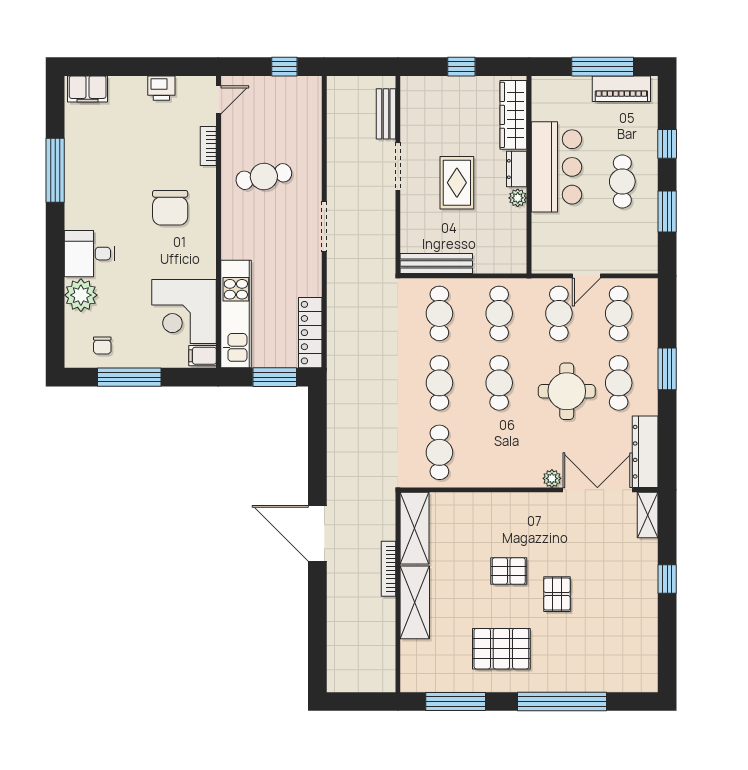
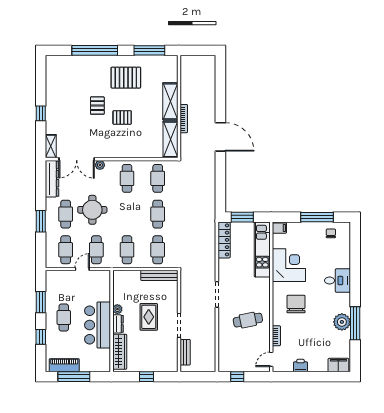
plant: (81, 295) -> (342, 322), moved
corner desk: (184, 312) -> (289, 265), moved
cafe table: (499, 383) -> (127, 178), moved

